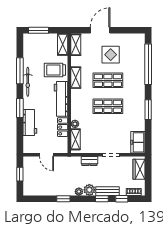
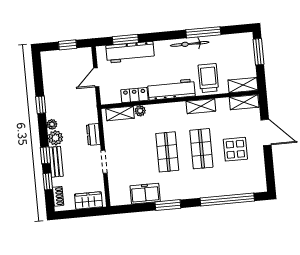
window: (20, 108) -> (125, 40), moved
workbench: (30, 123) -> (130, 52), width x1.38
freezer: (138, 142) -> (145, 194), moved

